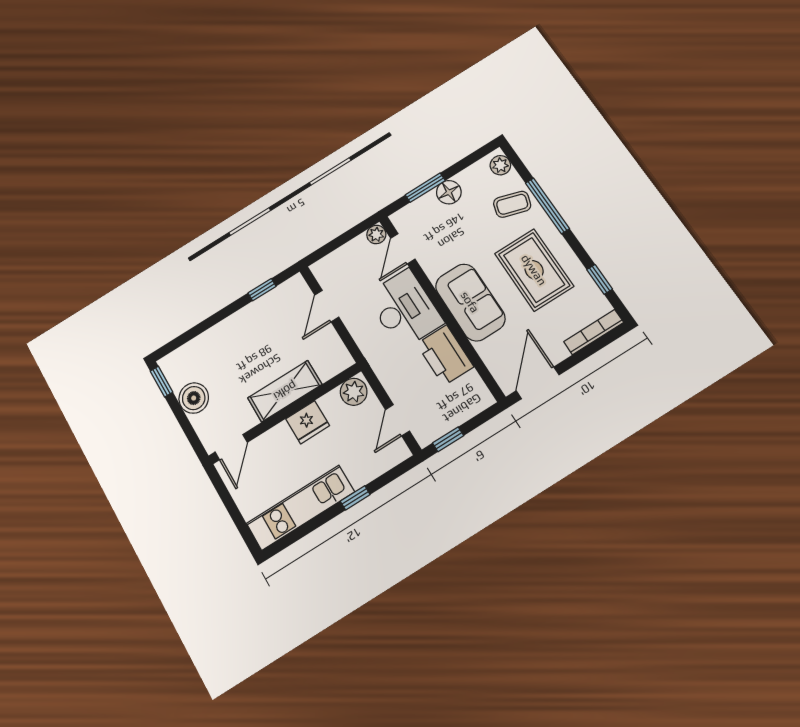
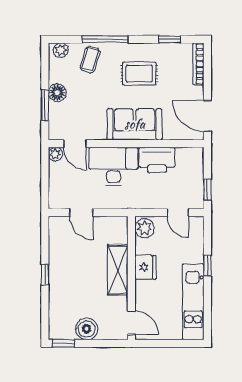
rug: (534, 270) -> (139, 74), width x0.73, depth x0.70
window: (262, 290) -> (45, 274), moved

